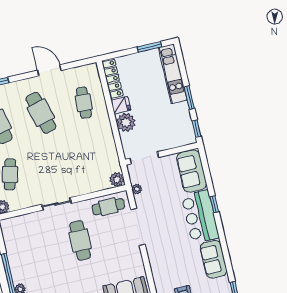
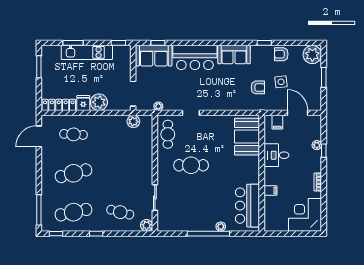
door: (49, 70) -> (39, 136), moved
kitchen unit: (173, 74) -> (87, 52), moved
window: (189, 98) -> (73, 43), moved
plant: (117, 179) -> (133, 122), moved
sliding door: (56, 204) -> (155, 197), moved
window: (214, 204) -> (158, 43), moved
doorway: (138, 227) -> (191, 113), width x0.53

